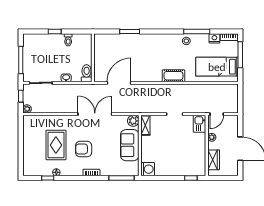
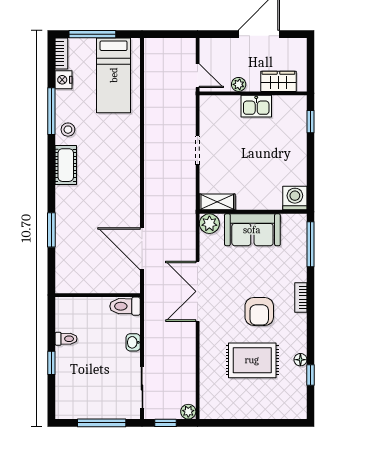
cot: (173, 76) -> (66, 165), moved
kitchen sink: (200, 124) -> (256, 106), moved

